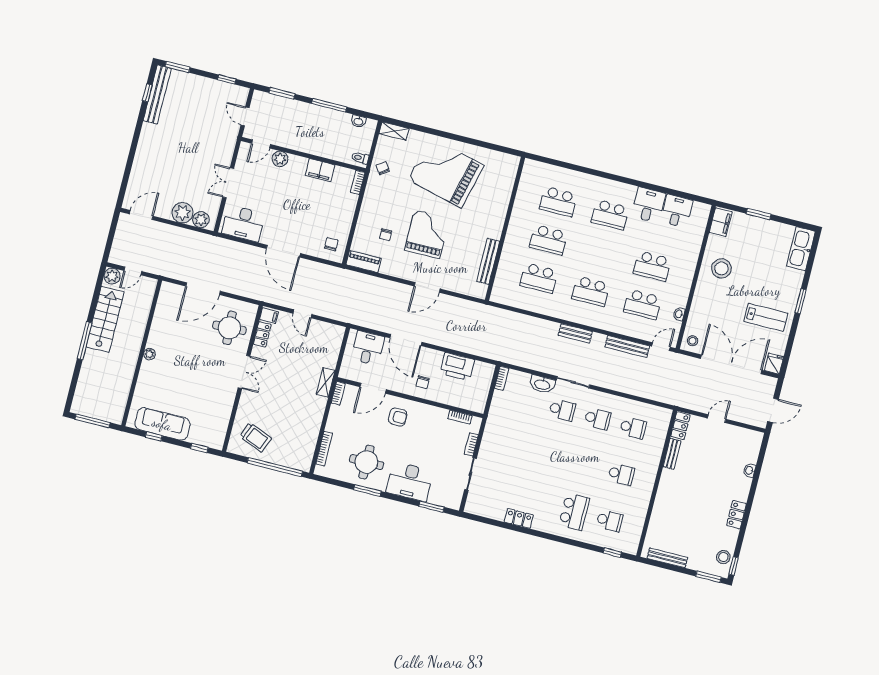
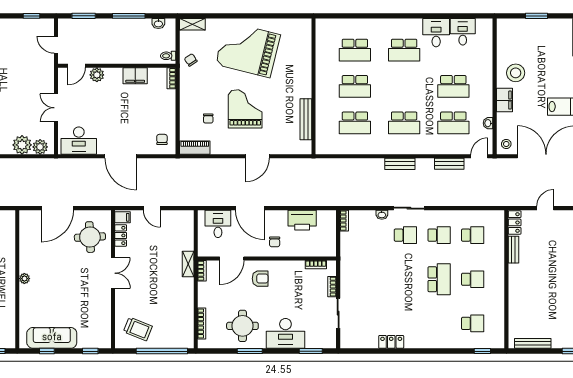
filing cabinet: (721, 222) -> (505, 100), moved
bench: (627, 346) -> (449, 164), width x0.73
washbasin: (542, 384) -> (382, 215), width x0.52, depth x0.69
school desk: (574, 512) -> (439, 279), moved

